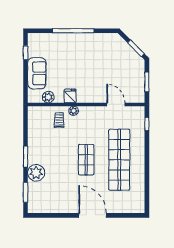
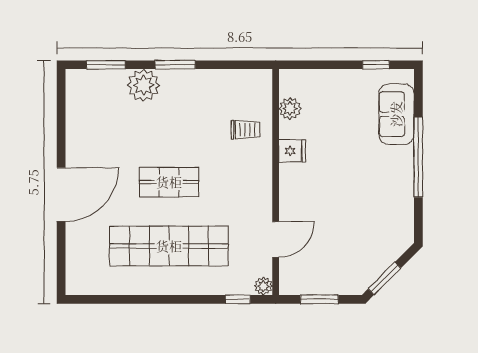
sofa: (37, 73) -> (396, 114), moved, turned 90
plant: (74, 111) -> (263, 286), moved

